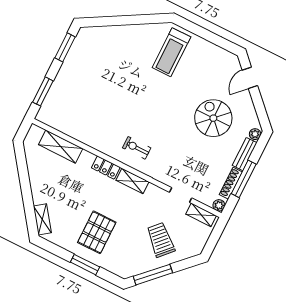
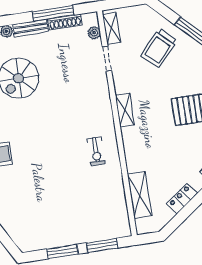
window: (65, 47) -> (62, 252), moved
exercise bike: (137, 148) -> (96, 151), moved
locker: (106, 168) -> (182, 198), moved, turned -126
plant: (219, 205) -> (94, 33), moved

